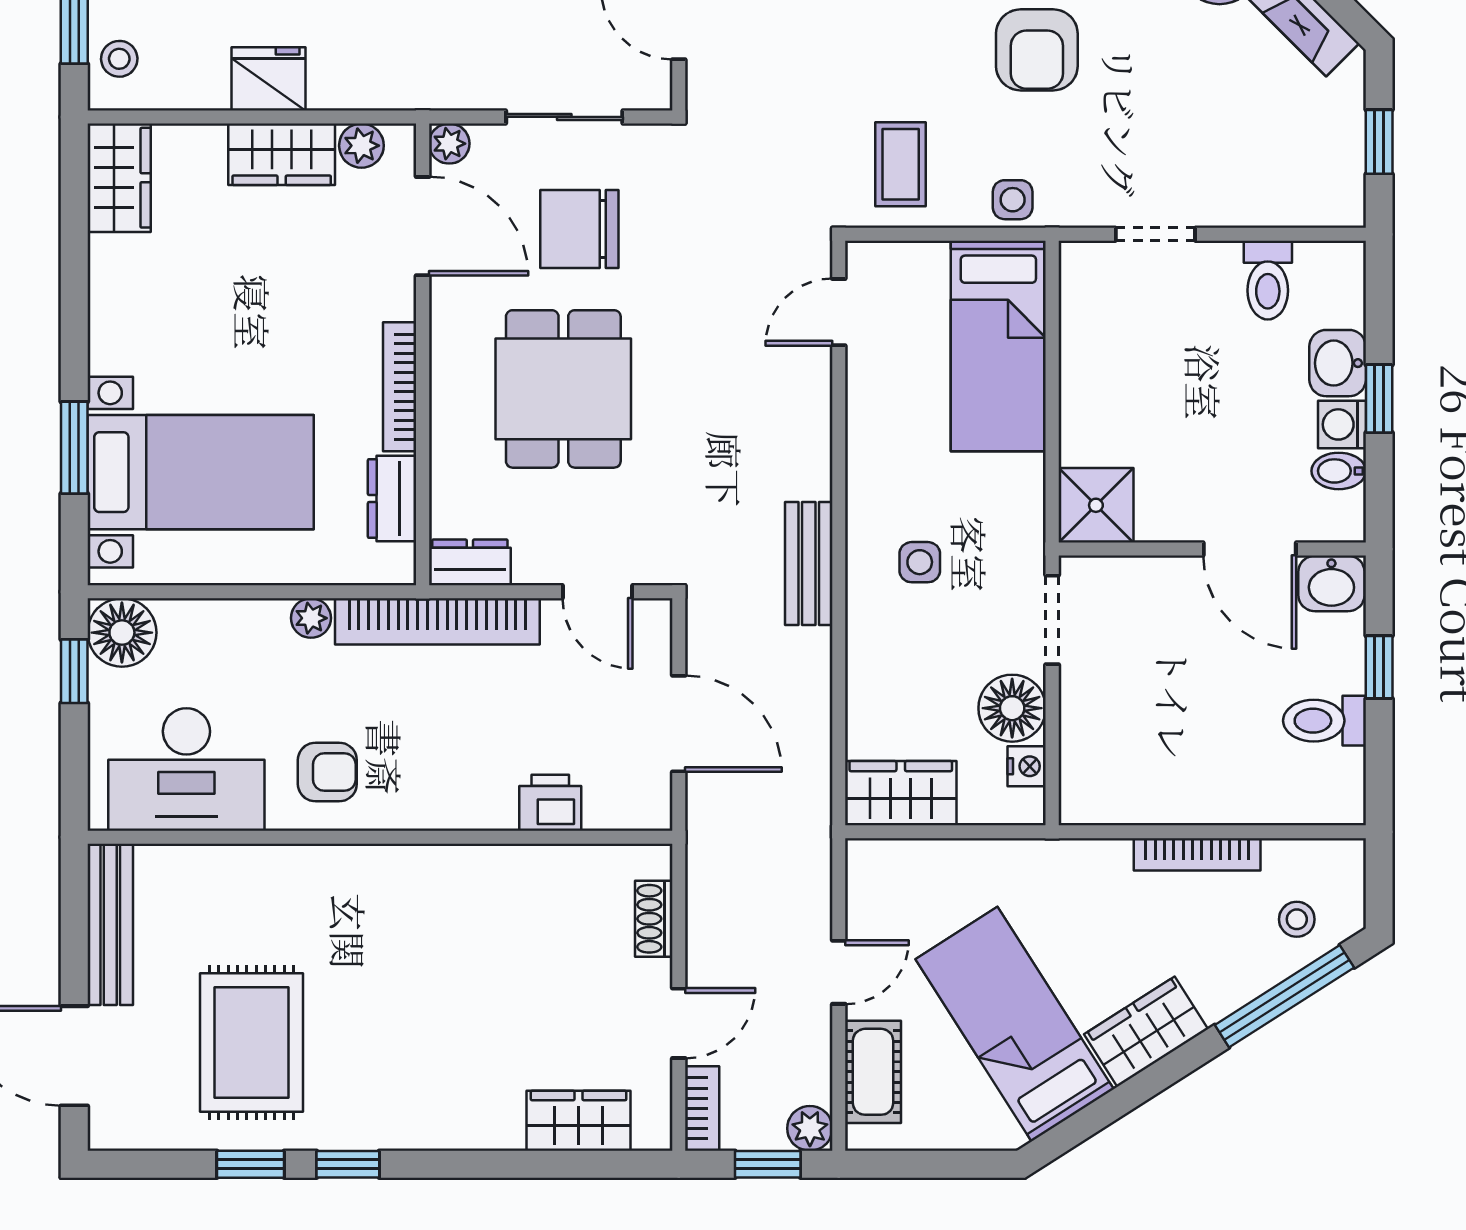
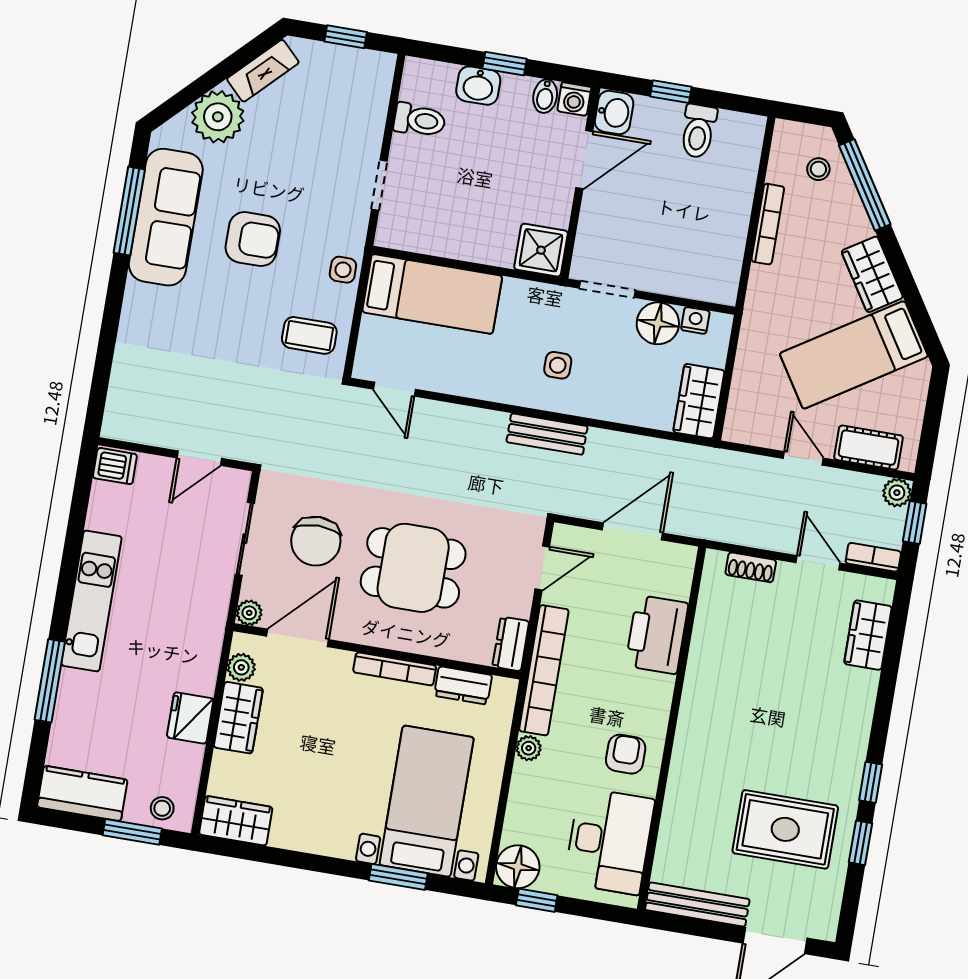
washing machine: (1342, 424) -> (574, 99), moved
printer: (550, 803) -> (657, 635), width x1.87, depth x1.48

